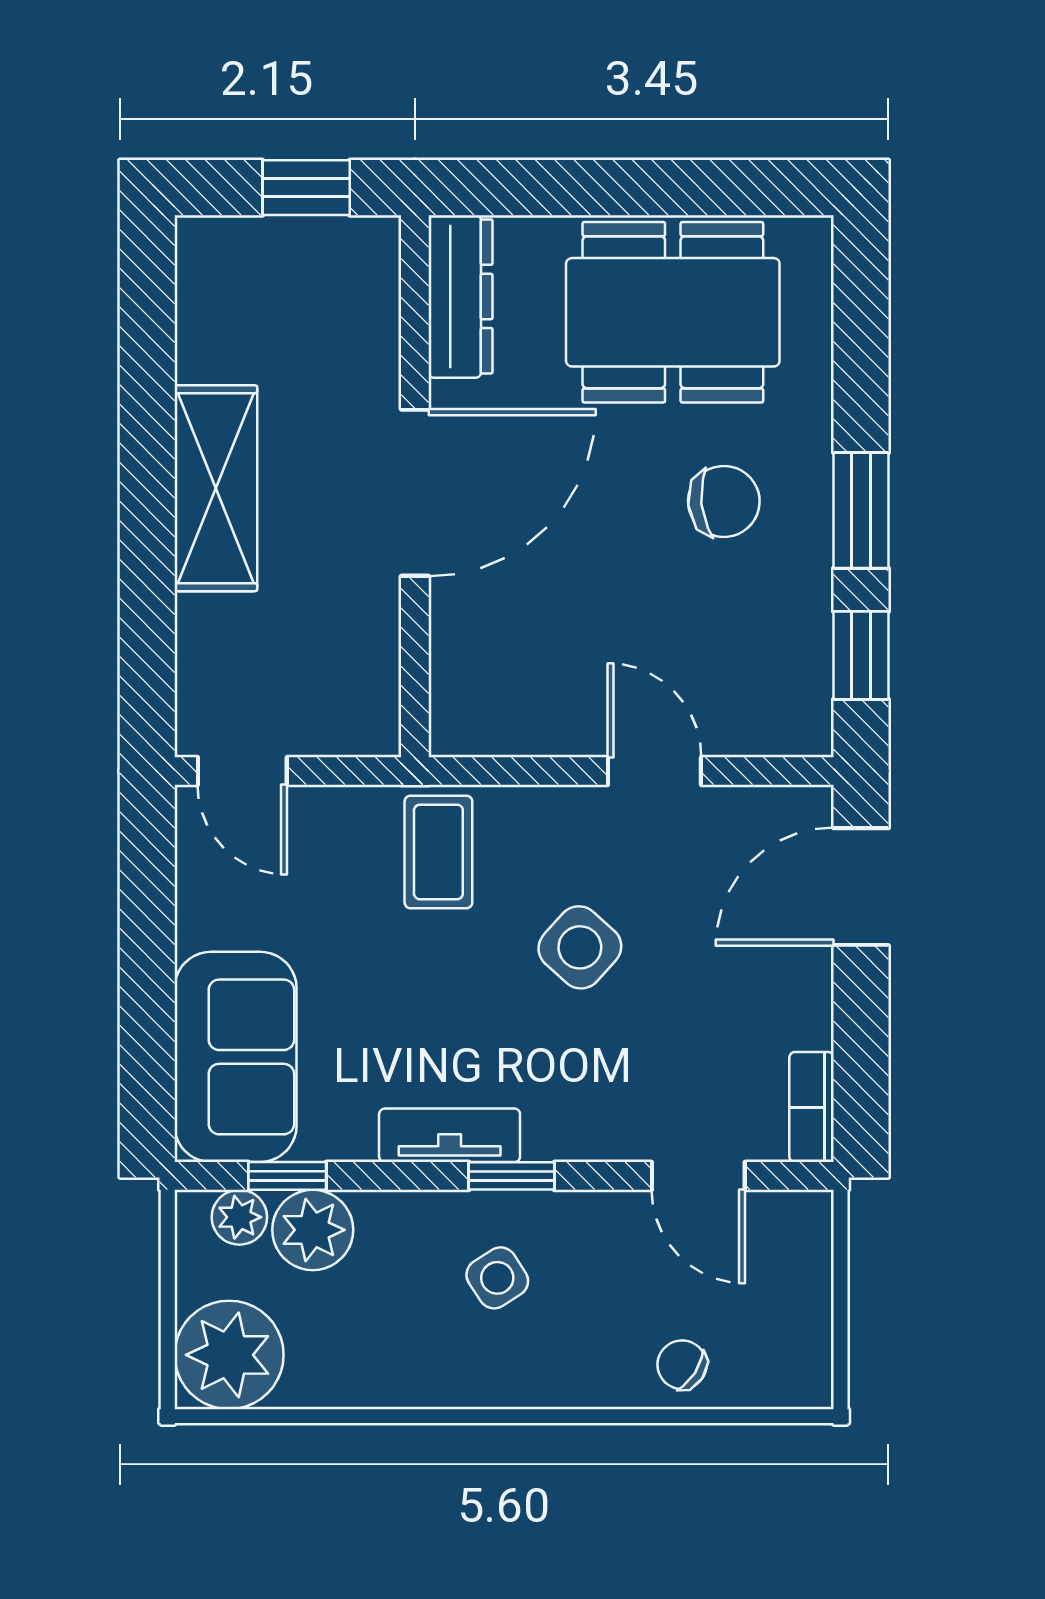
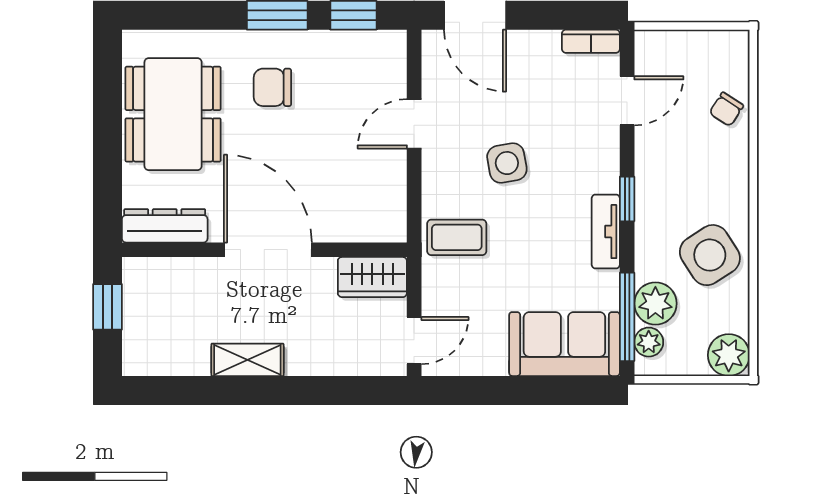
shelving: (216, 488) -> (247, 360), width x0.67, depth x0.75
chair: (724, 501) -> (272, 87), turned -84
wardrobe: (363, 691) -> (372, 277), added
side table: (580, 947) -> (507, 163), turned 38
window: (287, 1176) -> (627, 317), width x2.17
side table: (497, 1278) -> (710, 255), moved, width x1.87, depth x1.87
plant: (229, 1355) -> (729, 355), width x0.73, depth x0.73

